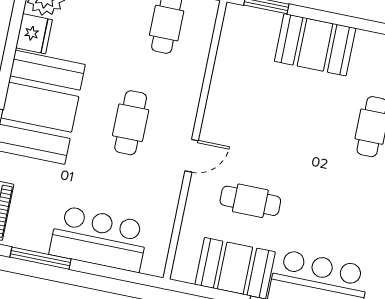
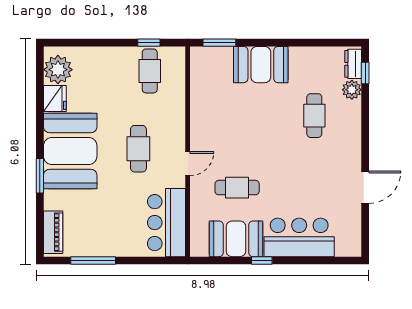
bar counter: (99, 239) -> (166, 223), moved, turned -90

